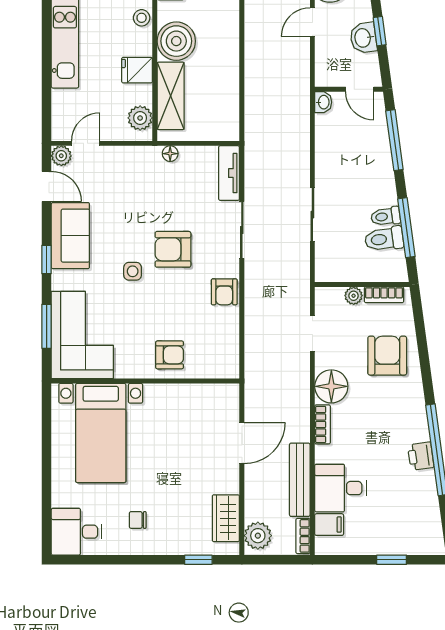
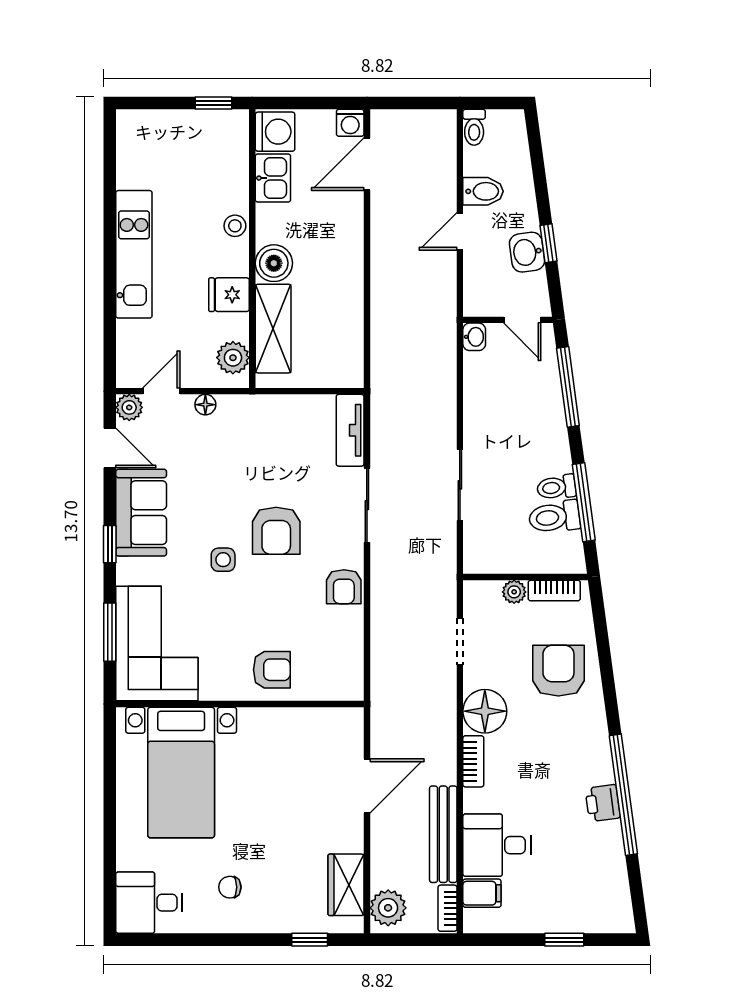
boiler: (176, 41) -> (274, 263), width x0.73, depth x0.73
floor lamp: (170, 154) -> (205, 405), moved
armchair: (173, 249) -> (276, 531), turned -90

